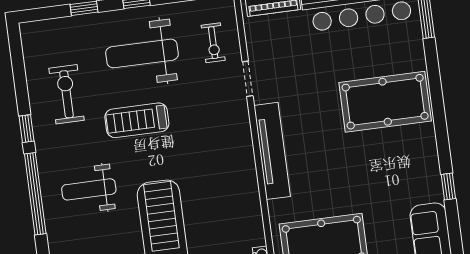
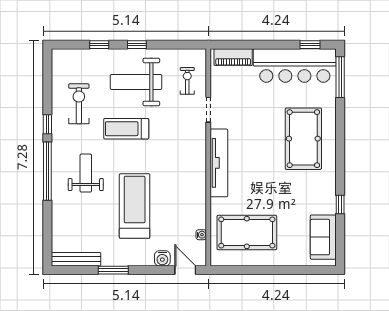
exercise bike: (213, 43) -> (187, 81), turned 180
pool table: (385, 102) -> (303, 139), turned 90
weight bench: (89, 189) -> (86, 173), turned 90

